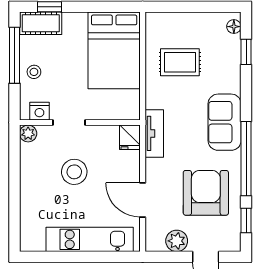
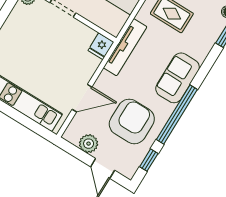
tv unit: (154, 133) -> (125, 47), width x1.41
stool: (74, 172) -> (44, 46), removed
door: (143, 200) -> (82, 98), swing flipped

